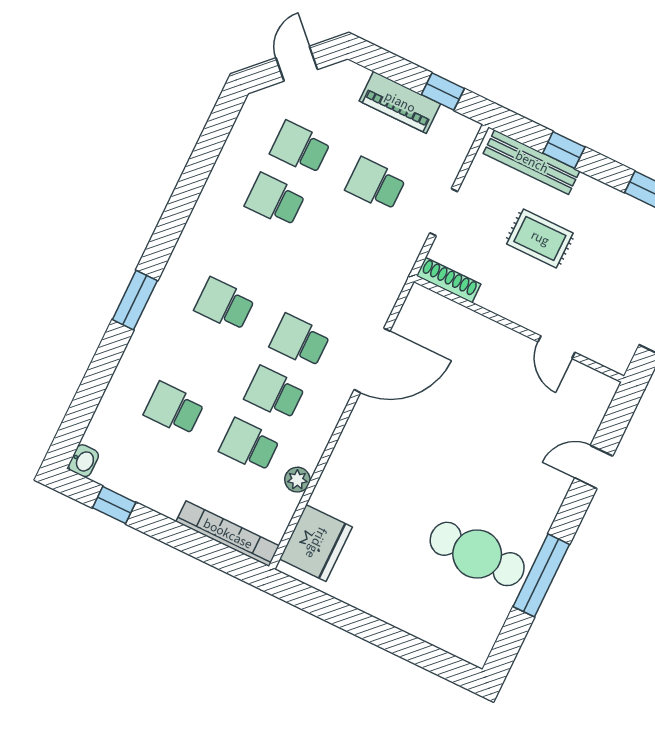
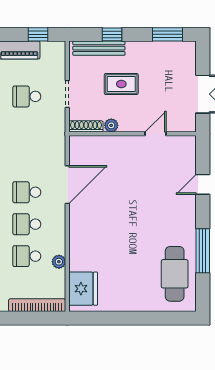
plant: (491, 298) -> (111, 125), added
door: (556, 347) -> (156, 134), swing flipped
cafe table: (477, 554) -> (175, 274), moved, turned 90

